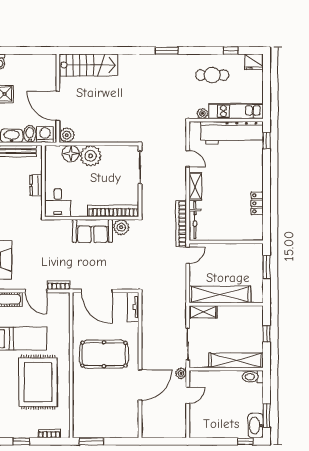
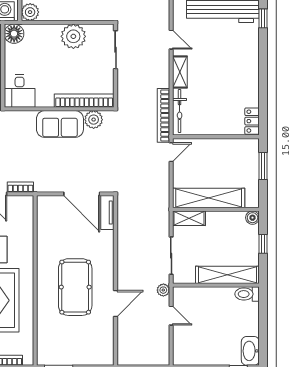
floor lamp: (71, 154) -> (14, 34), moved
plant: (91, 156) -> (73, 36), moved
locker: (257, 203) -> (252, 121), moved
door: (97, 291) -> (82, 194), moved
boiler: (257, 311) -> (252, 218), added
pool table: (104, 354) -> (75, 287), moved, turned 90
door: (140, 385) -> (116, 303), width x0.73
door: (188, 395) -> (171, 316), hinge flipped
window: (267, 416) -> (263, 339), removed

